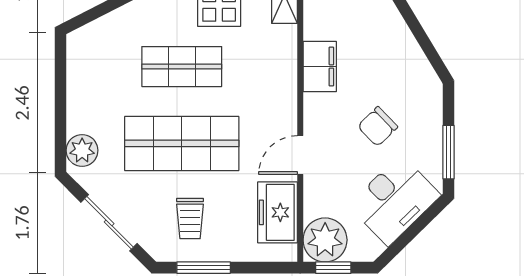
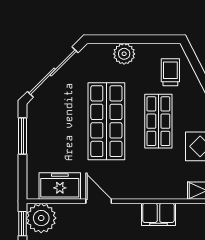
plant: (82, 150) -> (124, 54), moved
trolley: (190, 219) -> (170, 72), moved, turned 90
sliding door: (109, 223) -> (53, 72), width x1.37

